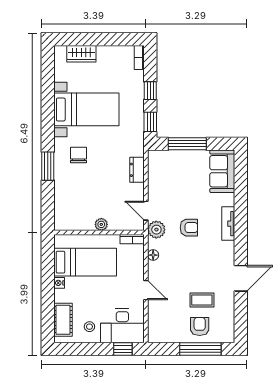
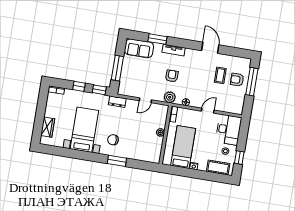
dresser: (137, 170) -> (117, 102), moved
window: (241, 197) -> (157, 39), added
door: (146, 211) -> (145, 100), moved
window: (123, 349) -> (239, 158), moved

